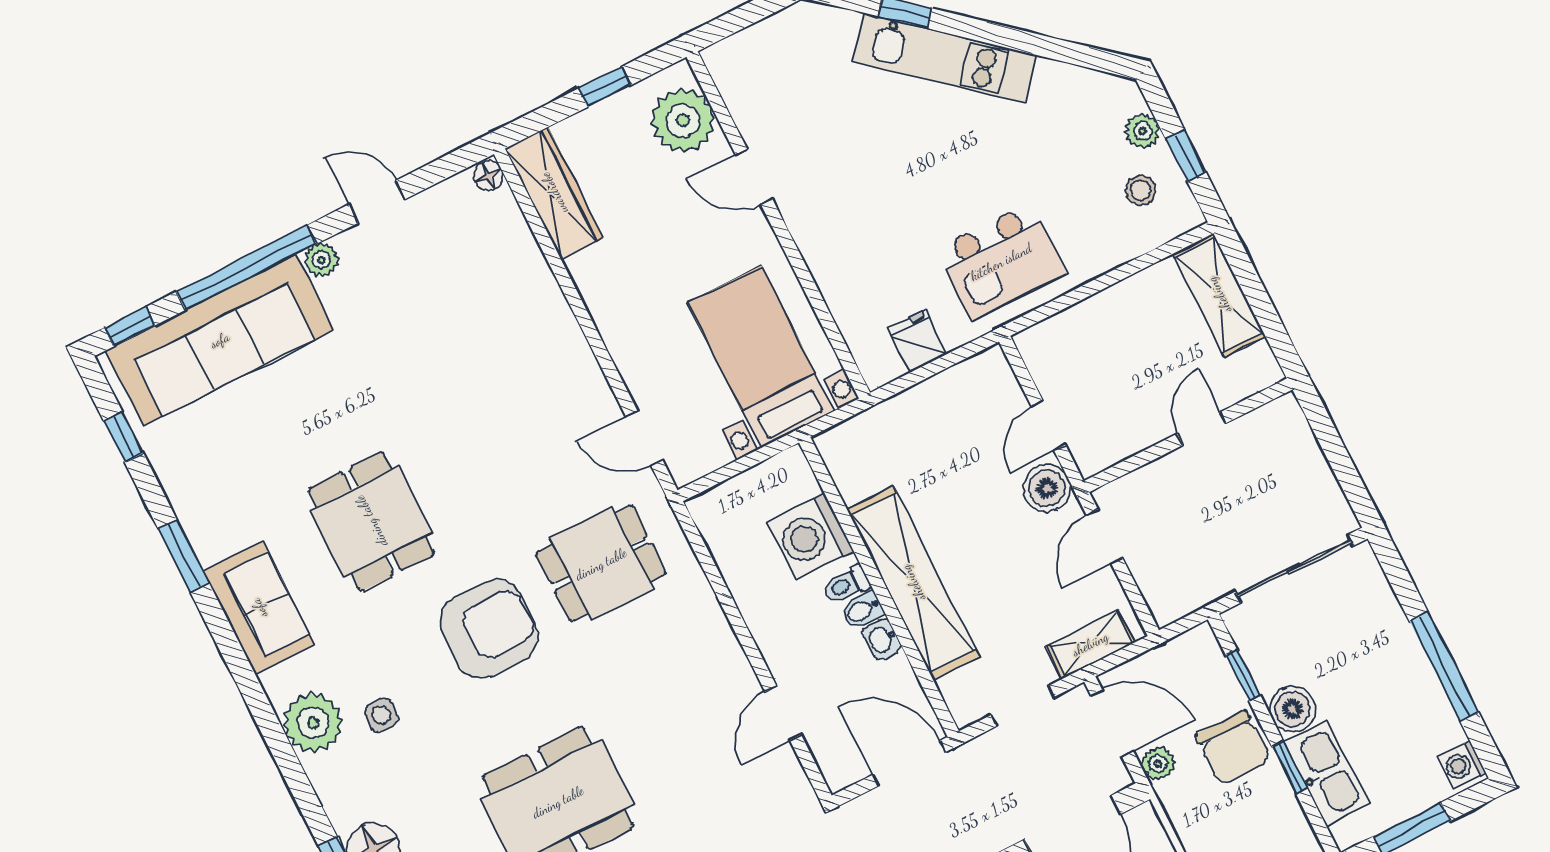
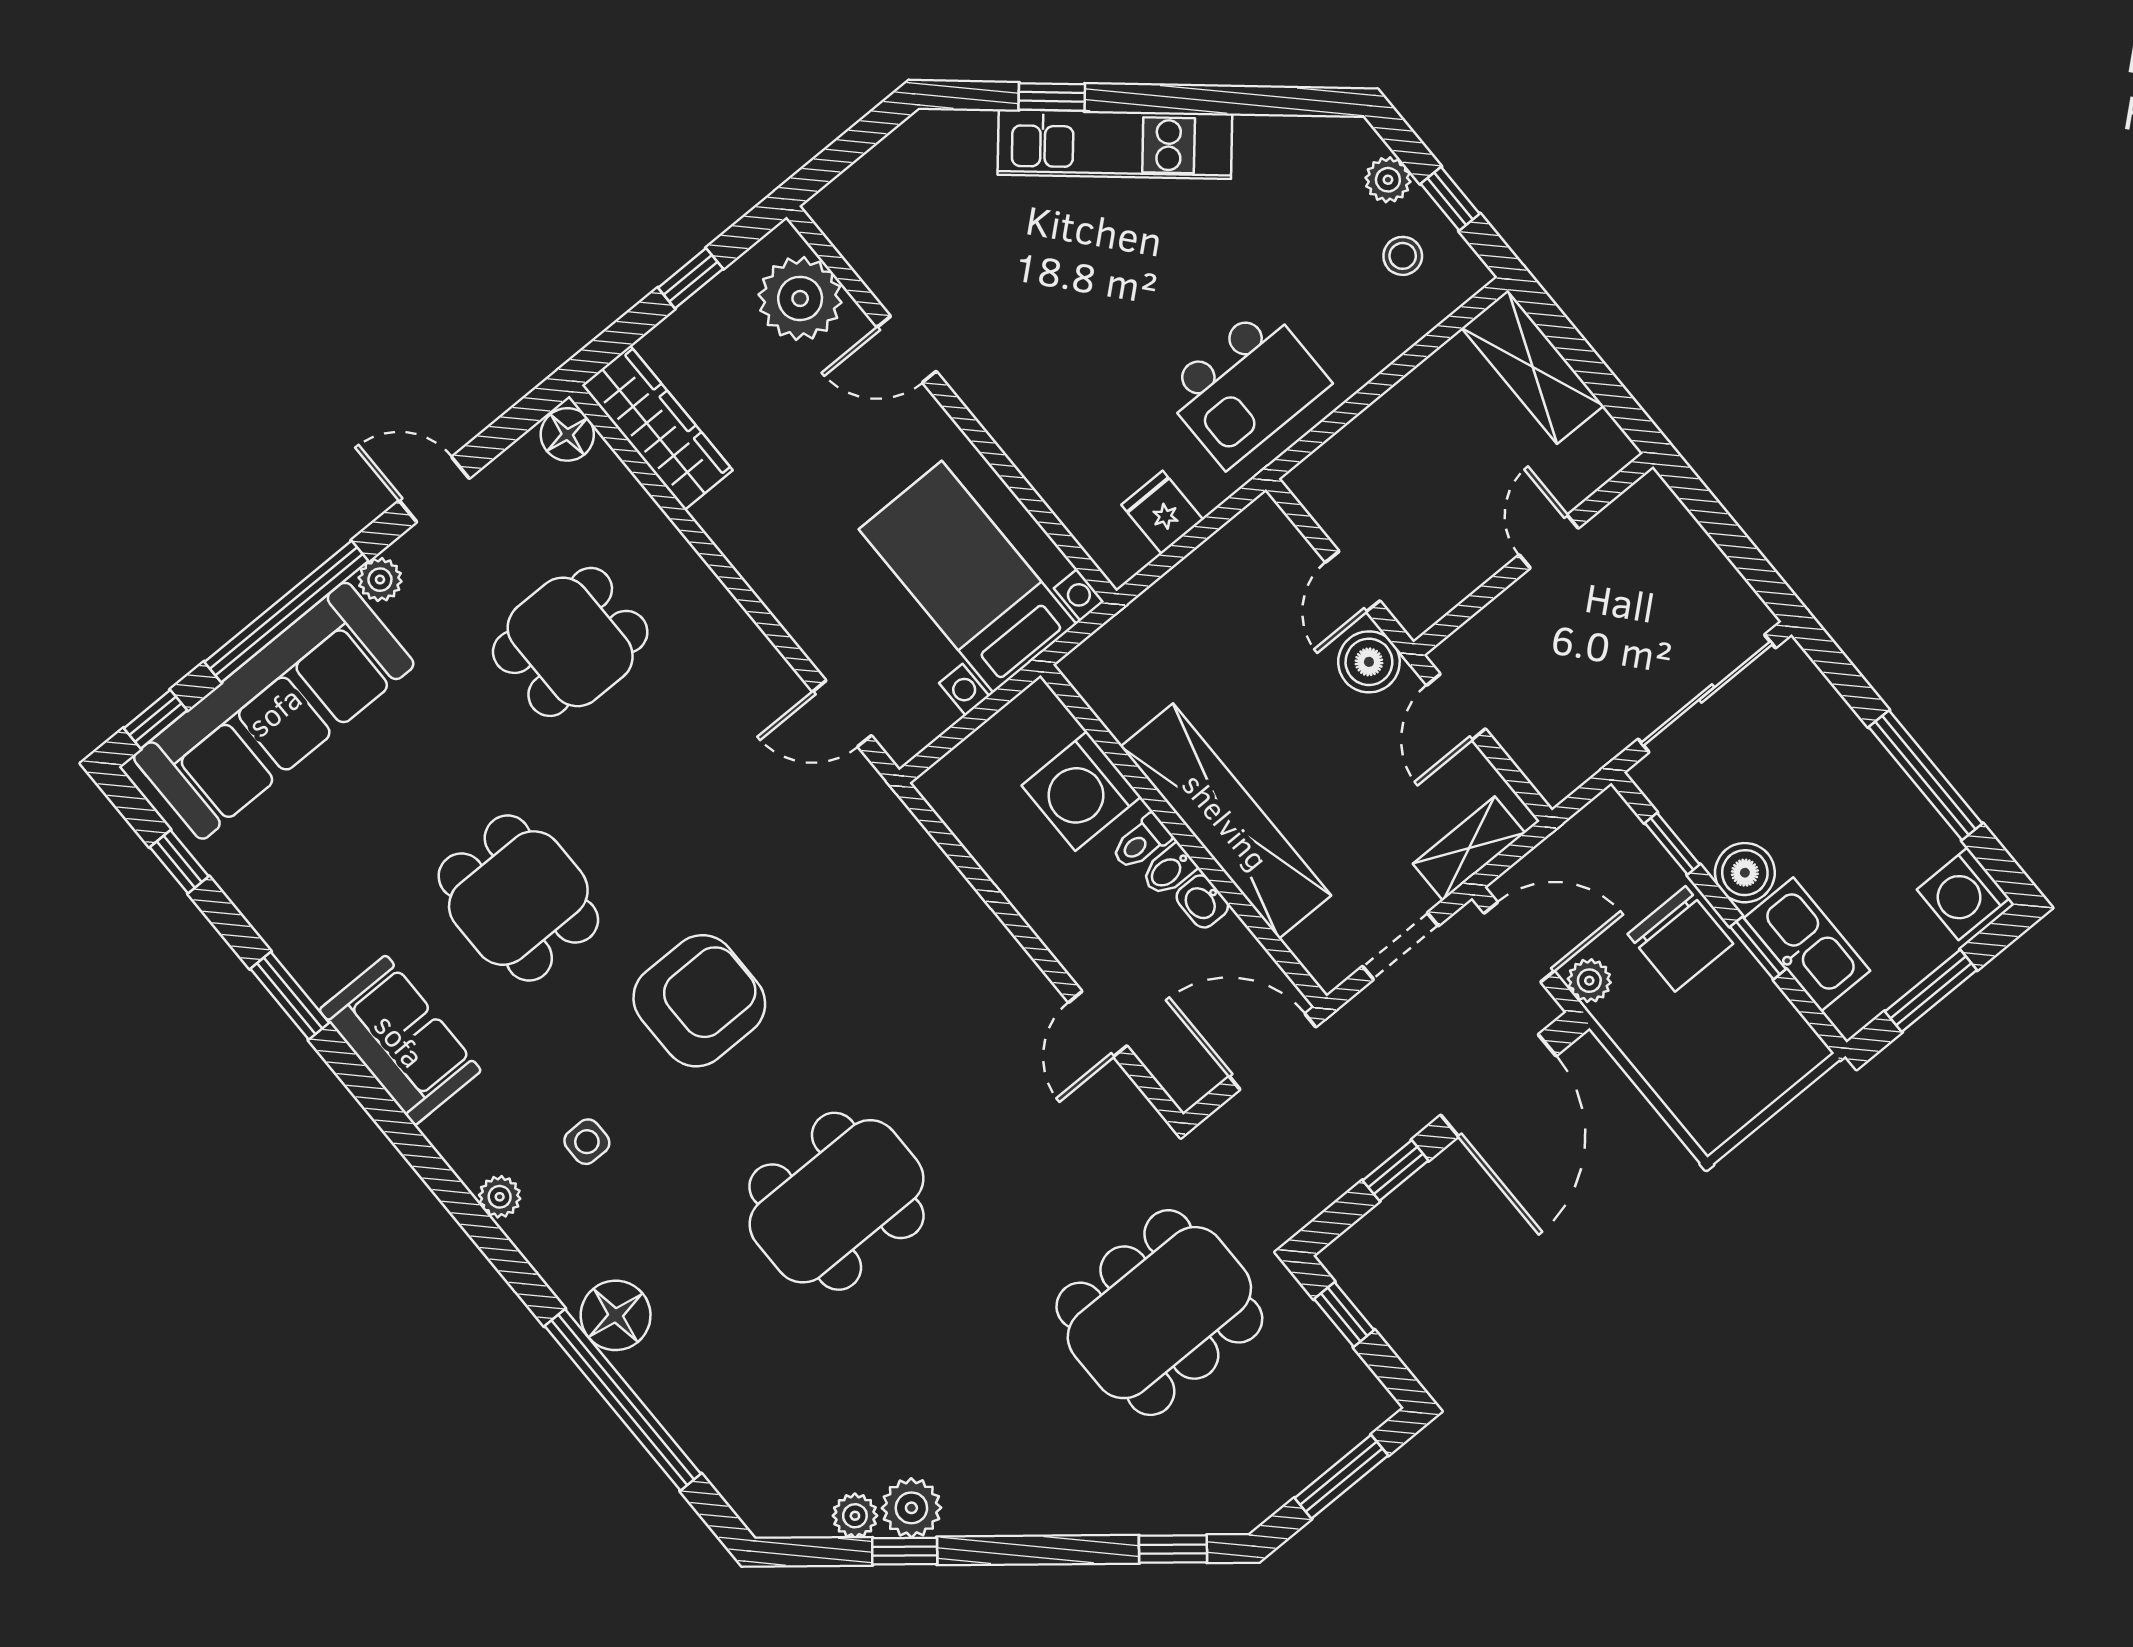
floor lamp: (488, 176) -> (567, 434), width x1.37, depth x1.37
dining table: (601, 564) -> (570, 642), moved
plant: (313, 723) -> (500, 1197), width x0.53, depth x0.53
washing machine: (1462, 765) -> (1963, 894), width x1.38, depth x1.38

